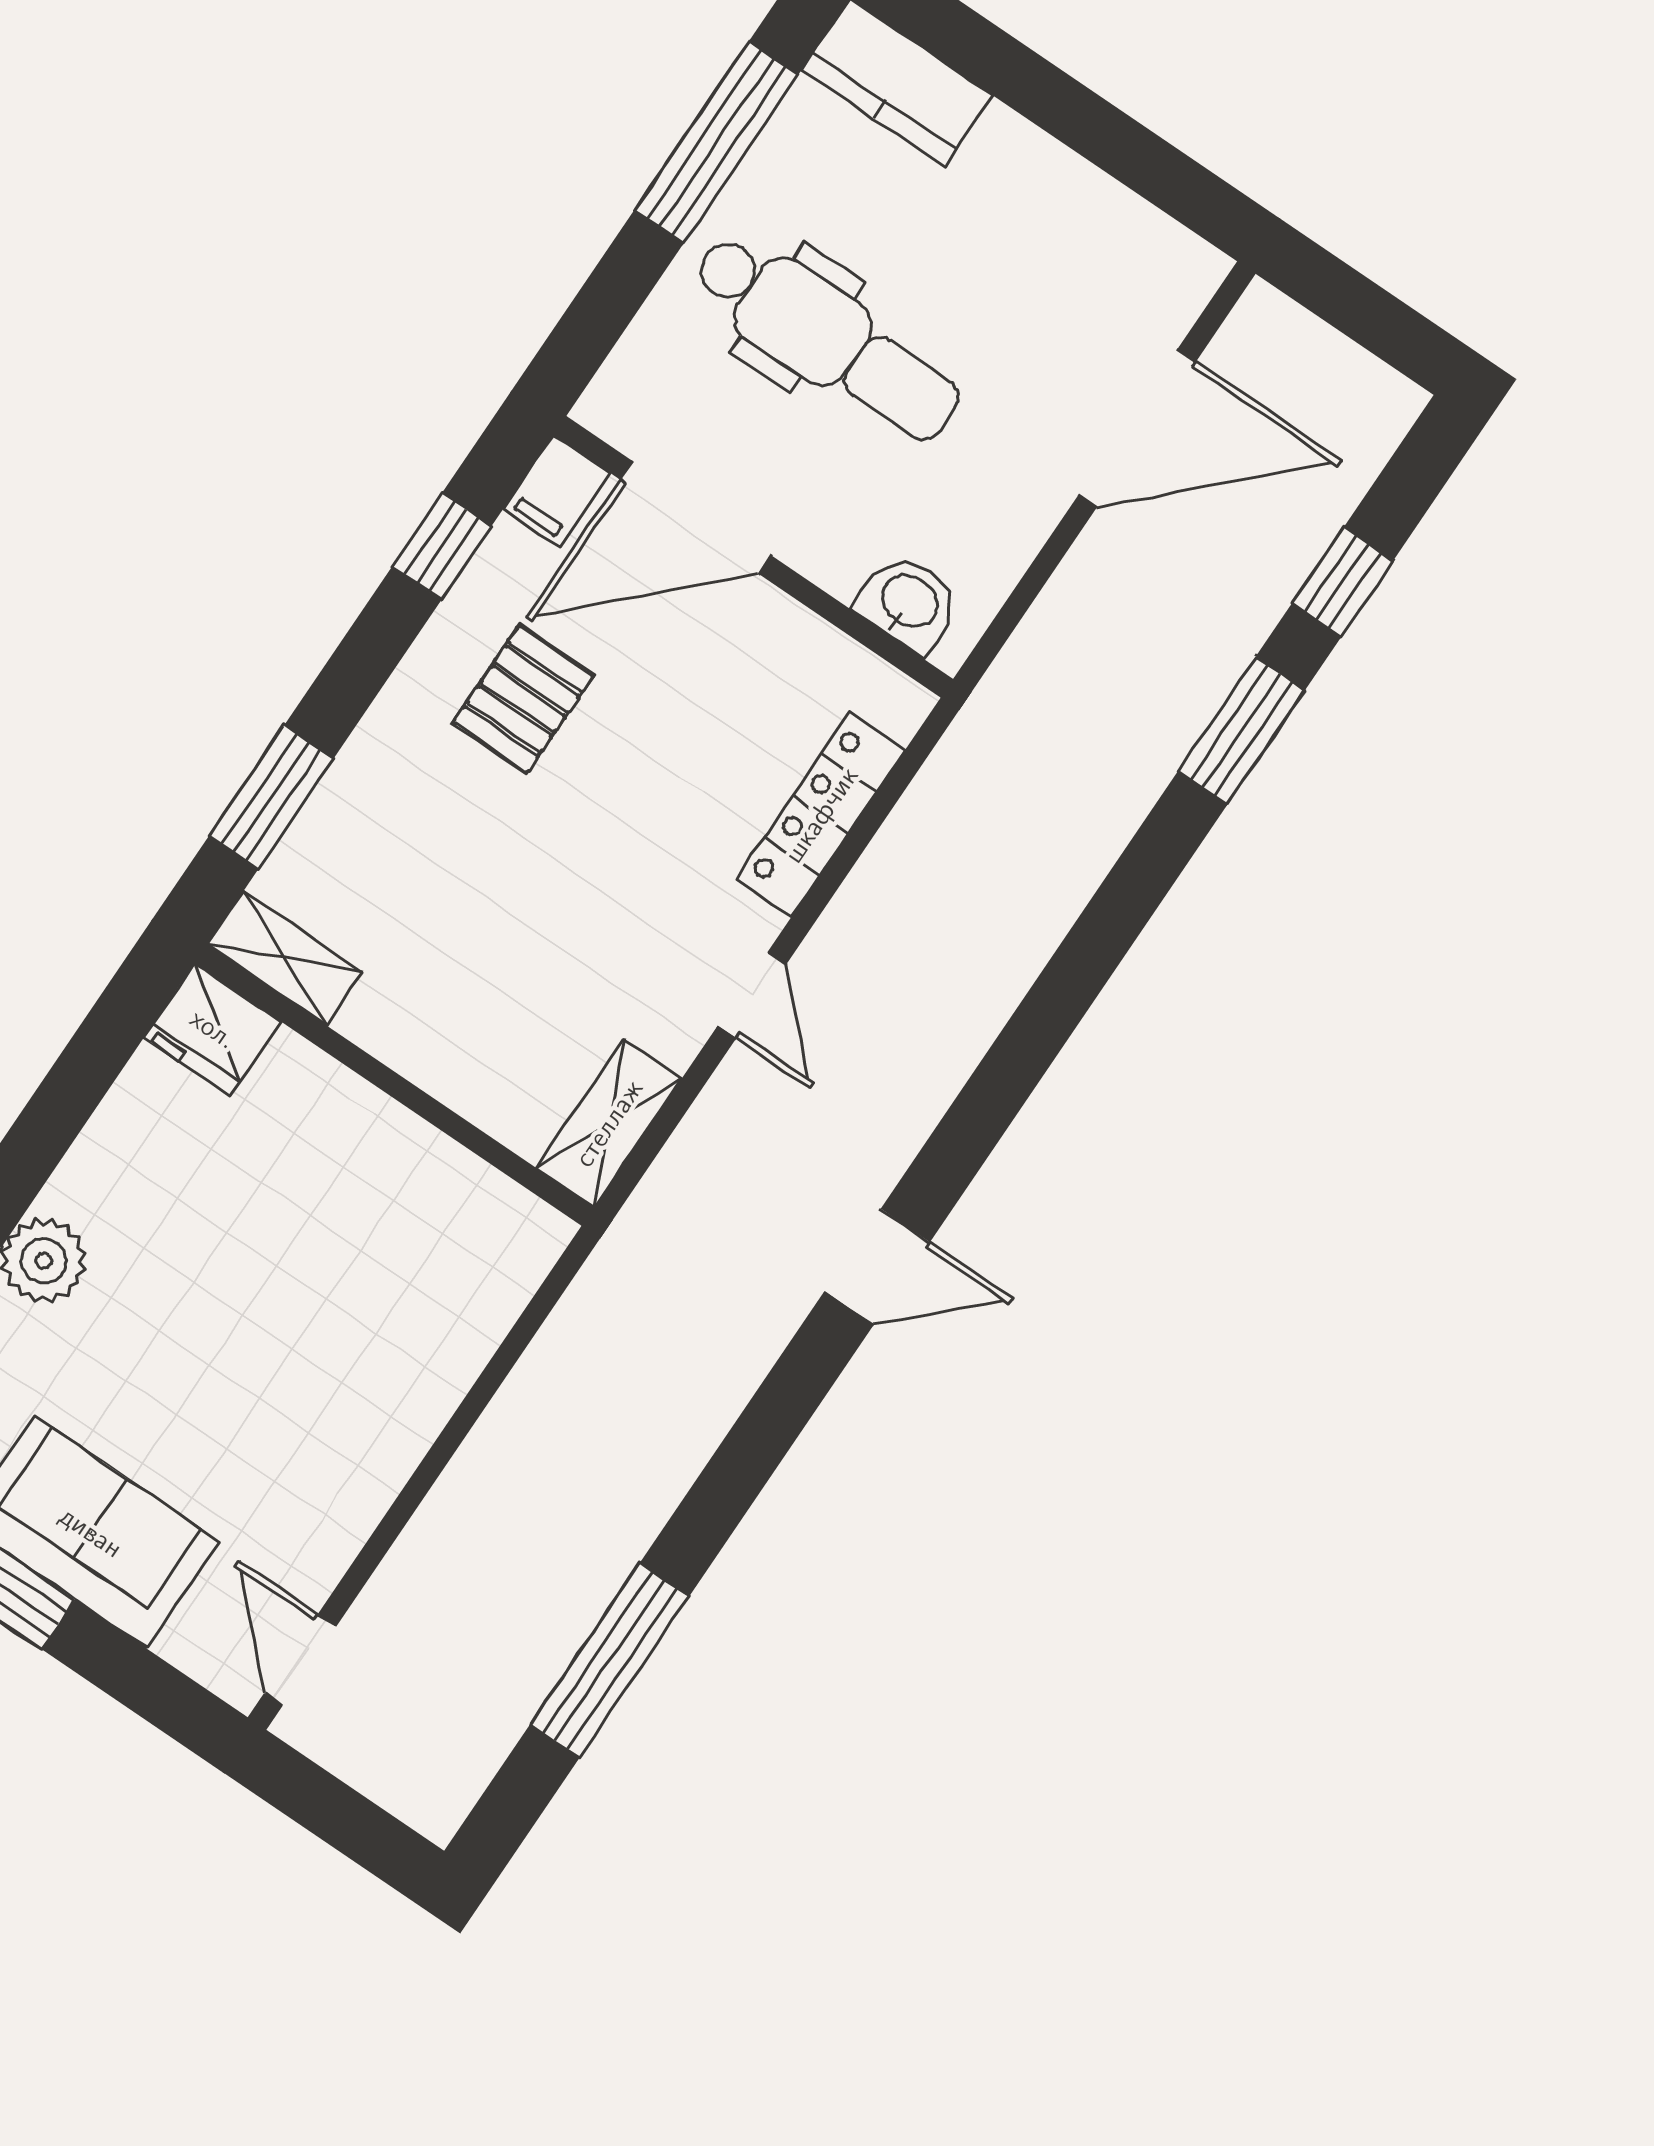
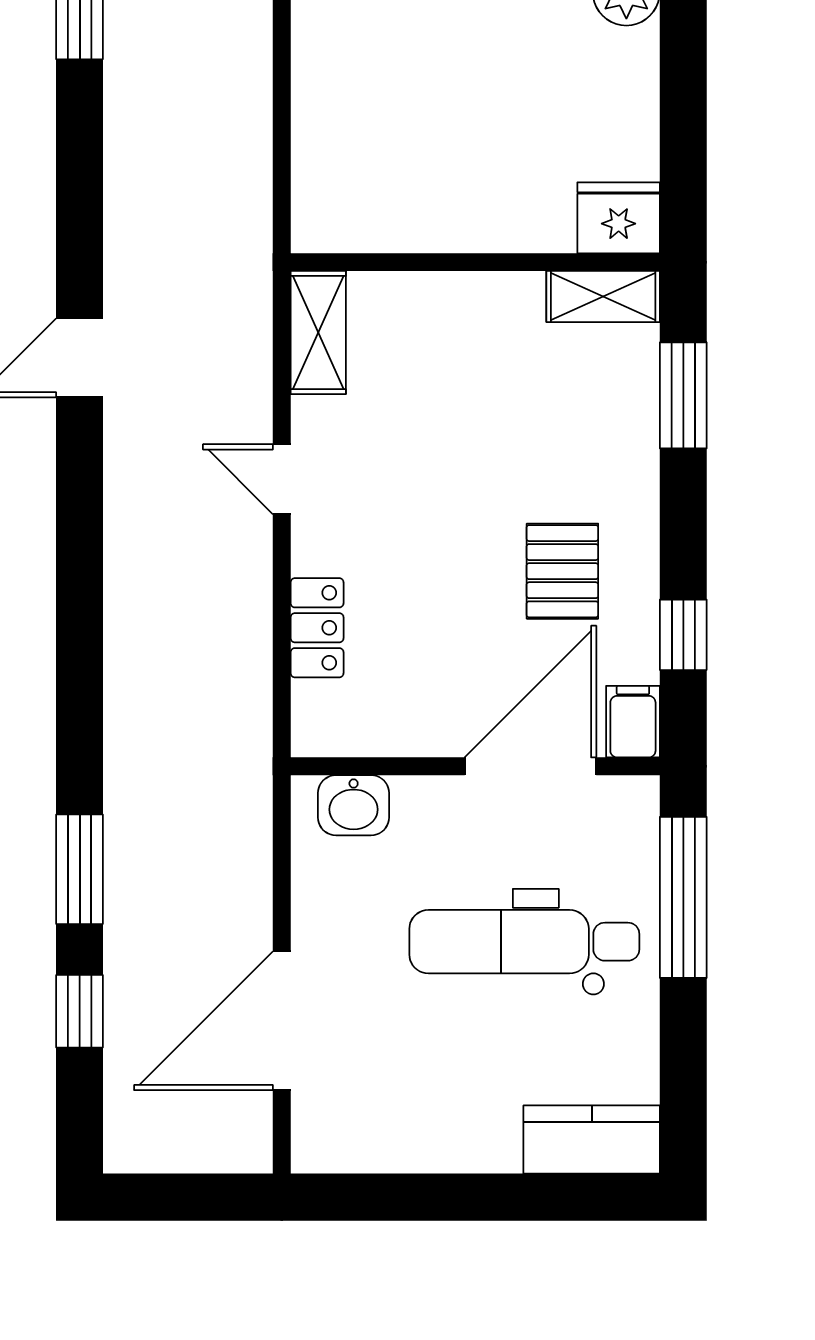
window: (716, 143) -> (683, 897), moved
locker: (821, 815) -> (317, 628), width x0.66

